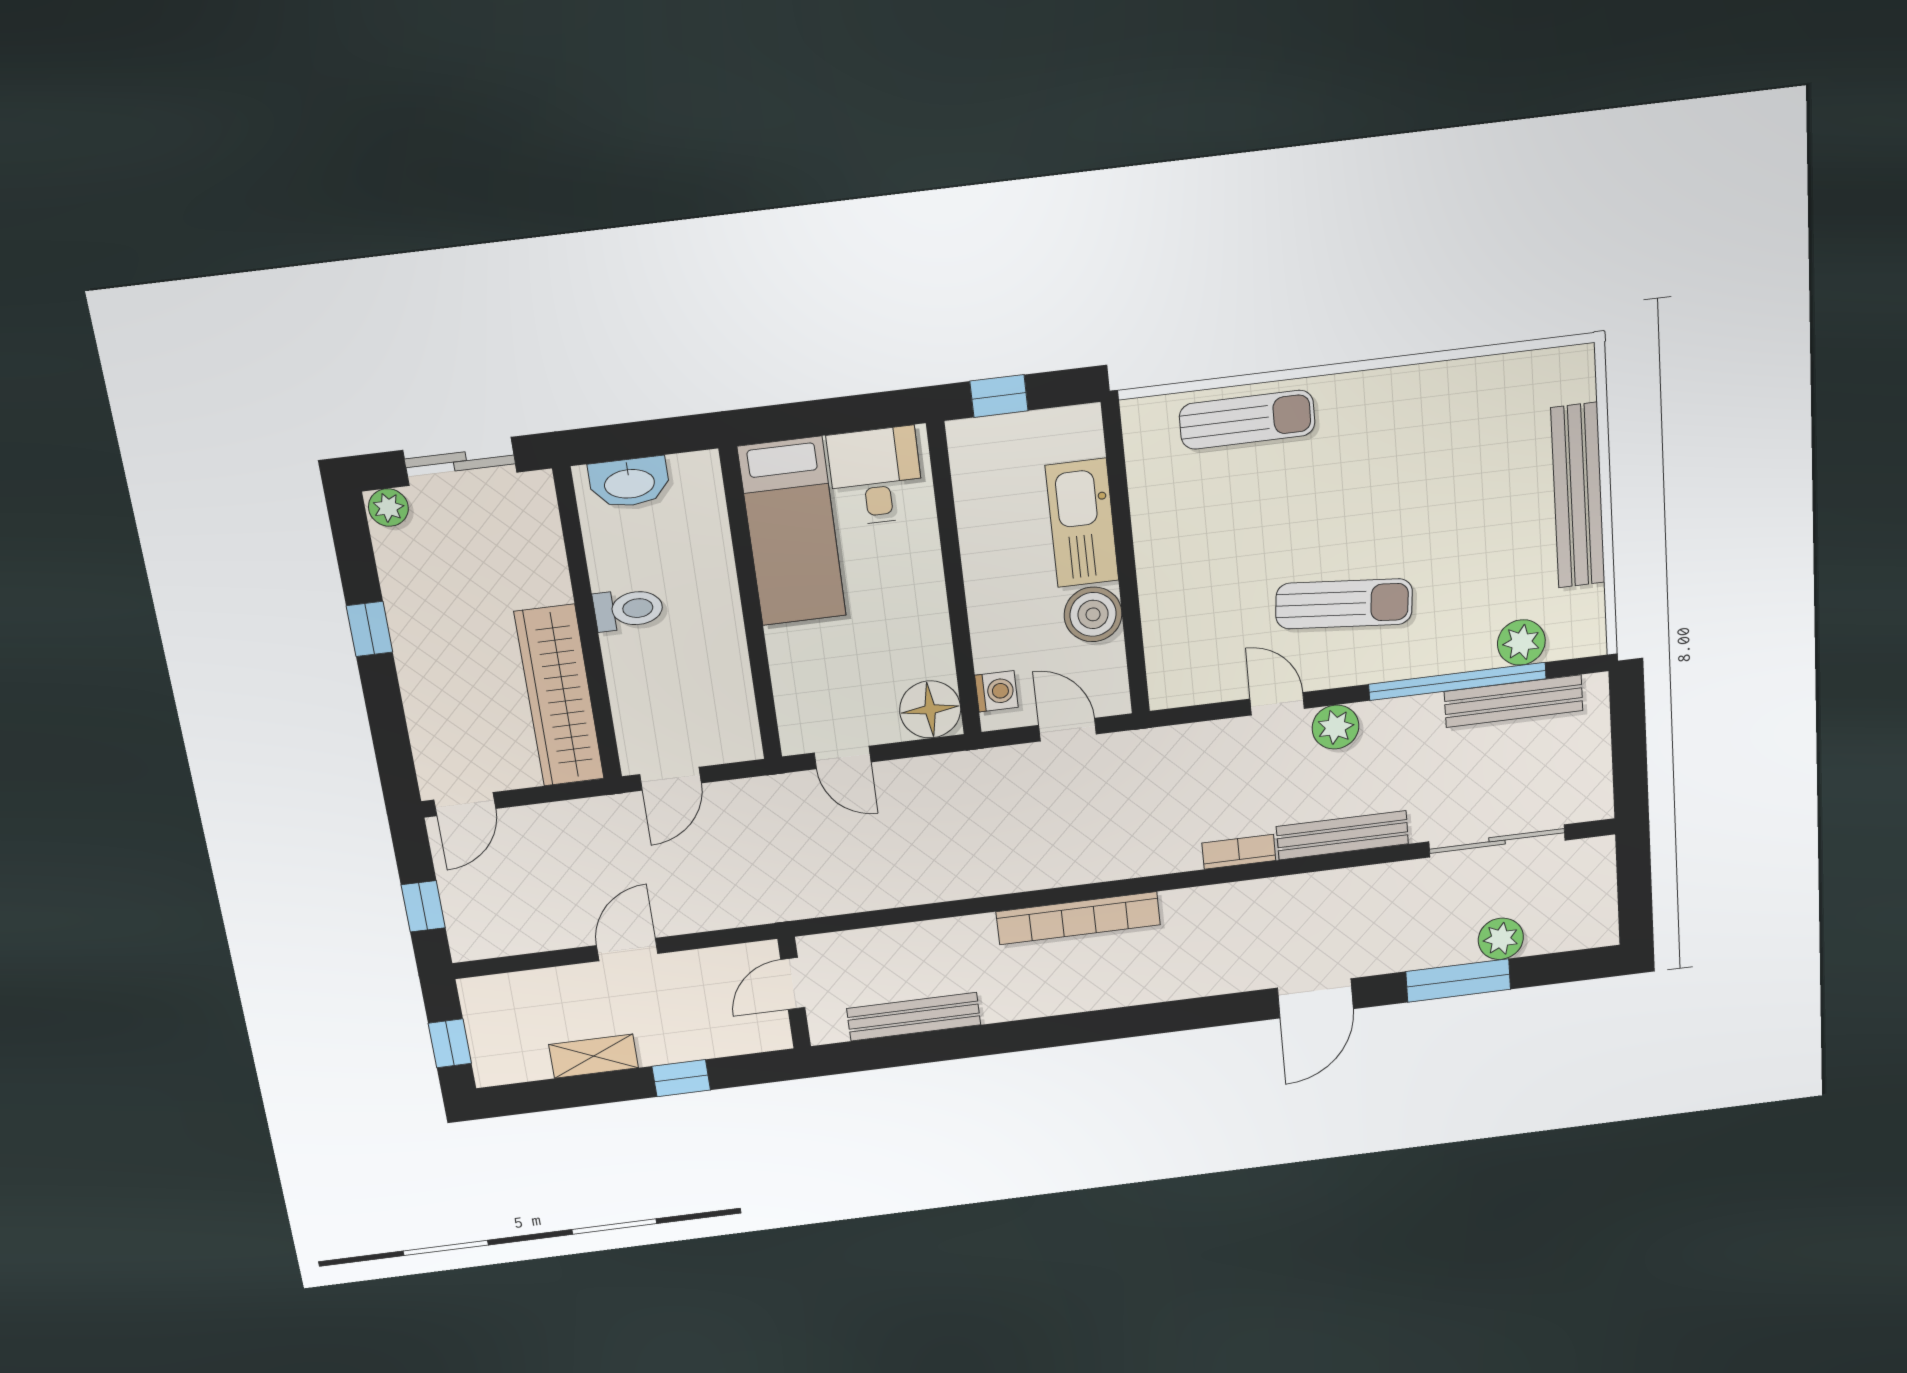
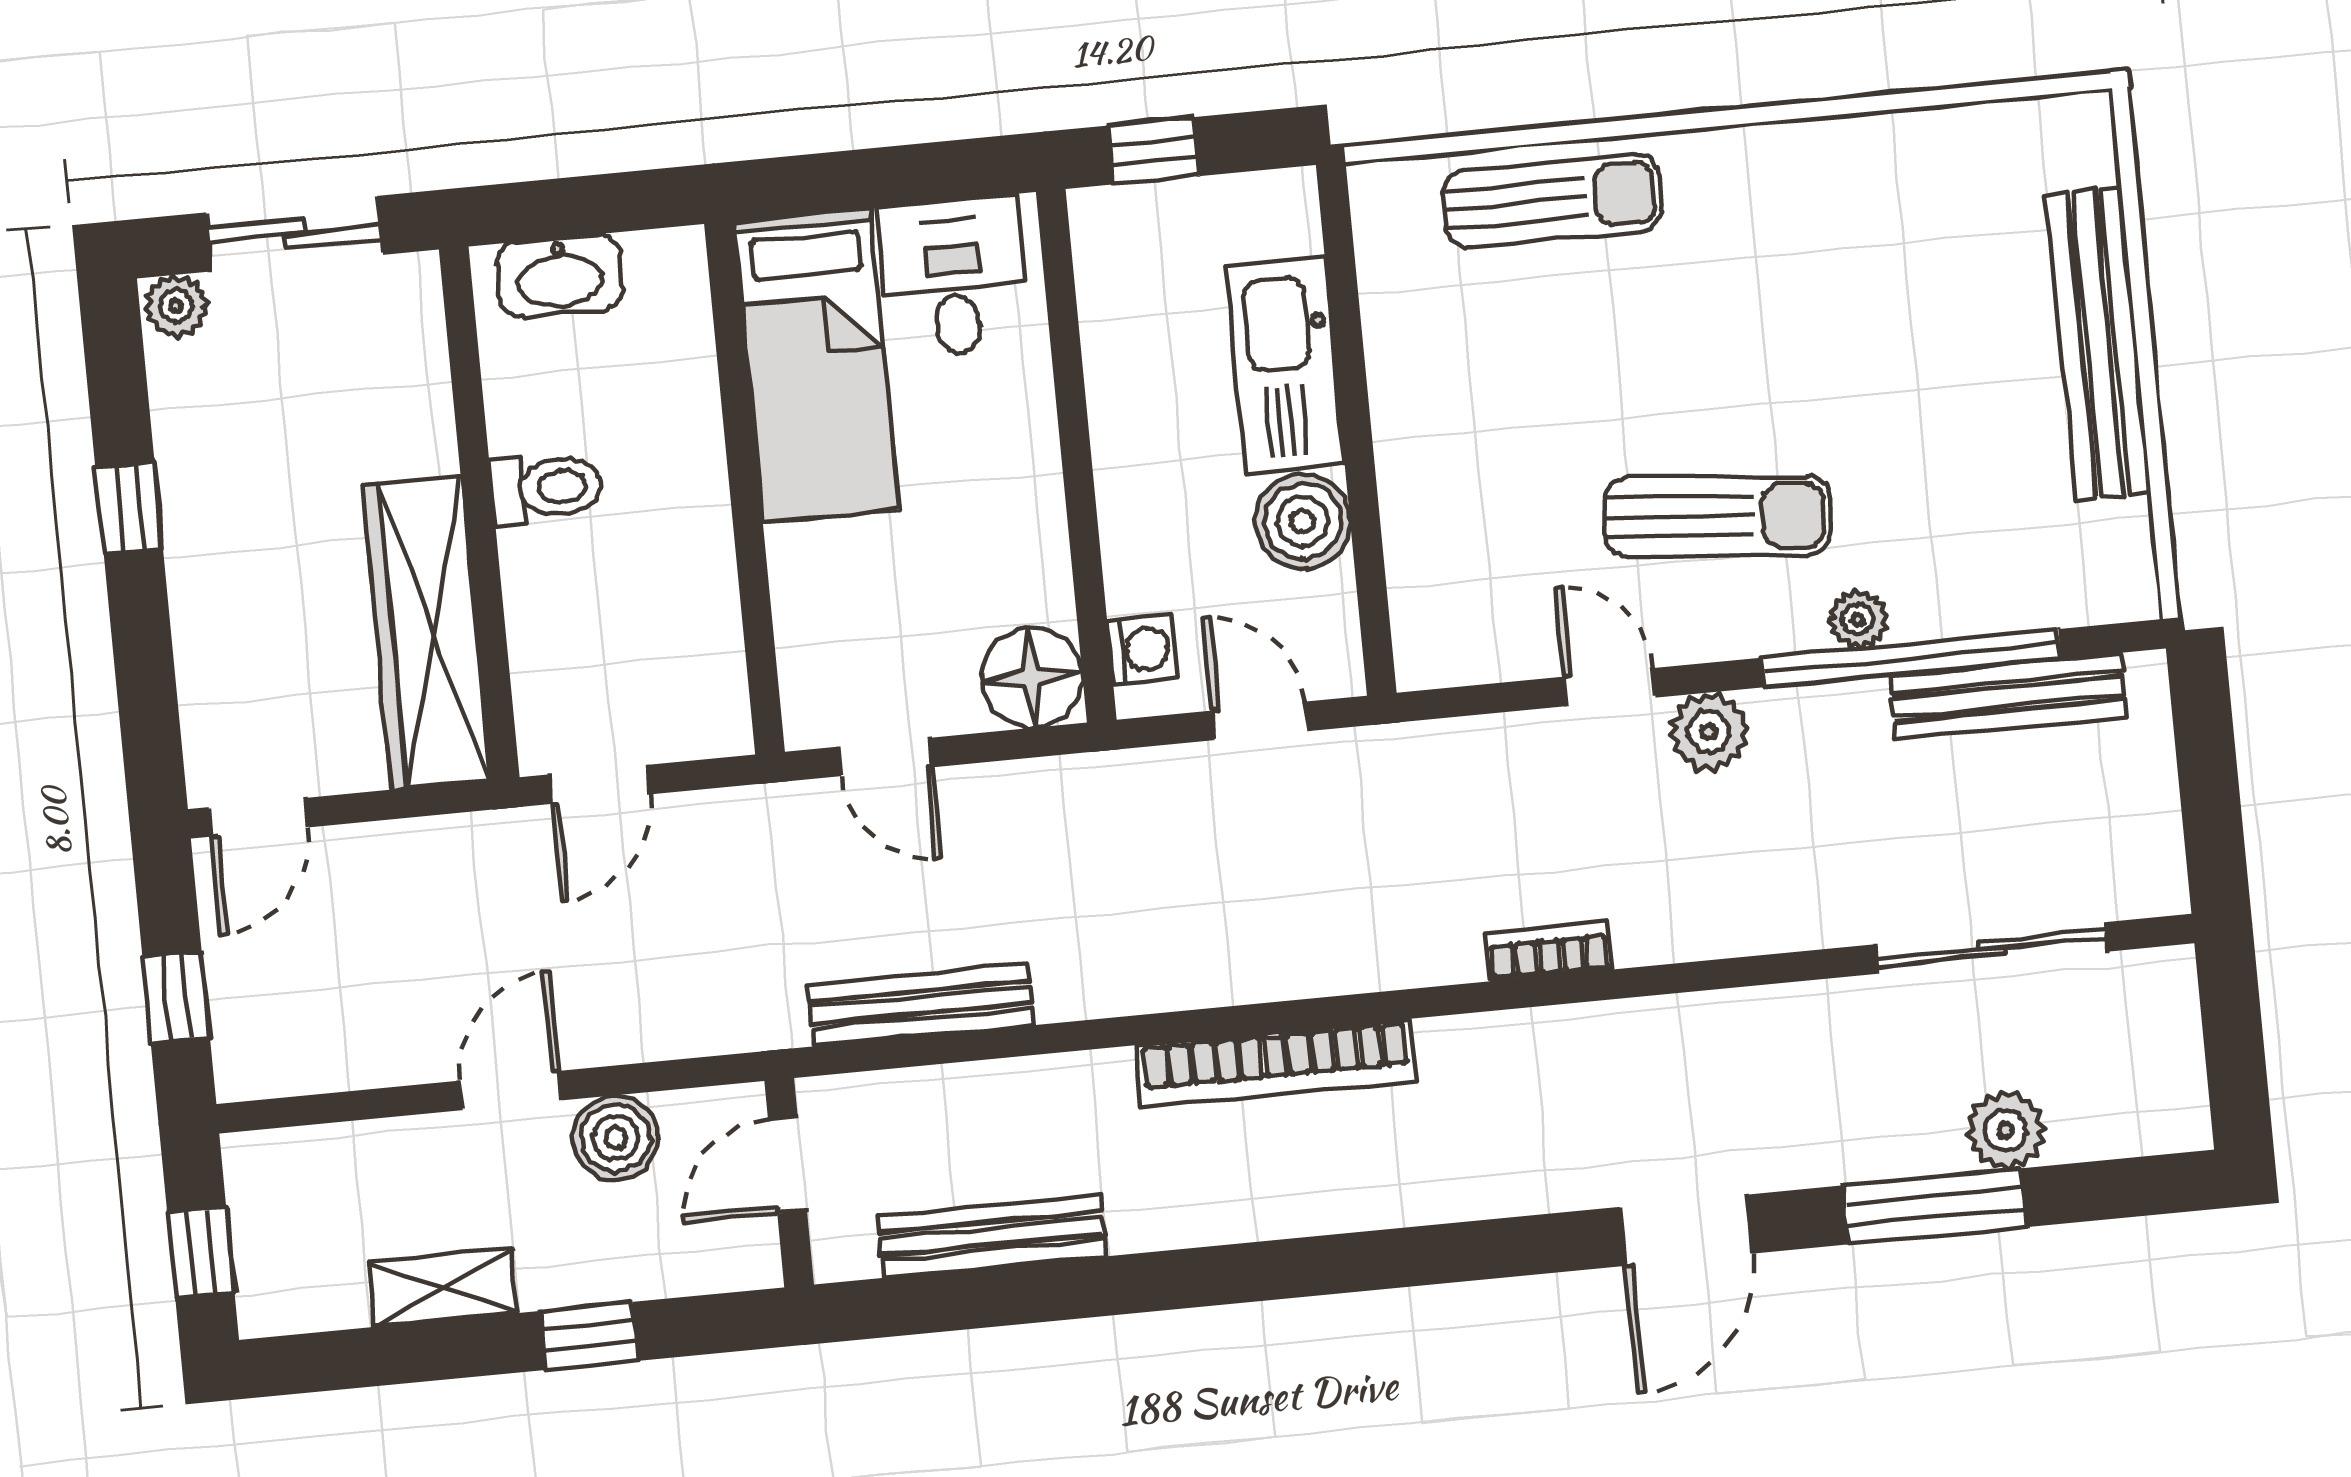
plant: (1521, 642) -> (1858, 619), moved, width x0.73, depth x0.73
bench: (1342, 835) -> (921, 1005), moved
boiler: (691, 973) -> (616, 1138), added

